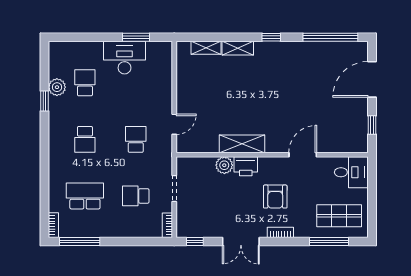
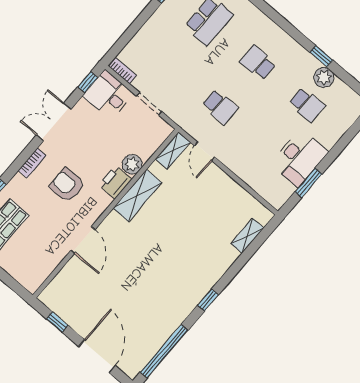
shelving: (238, 48) -> (173, 151), moved
desk: (351, 172) -> (108, 95), moved, turned 90
school desk: (136, 196) -> (171, 65), removed

